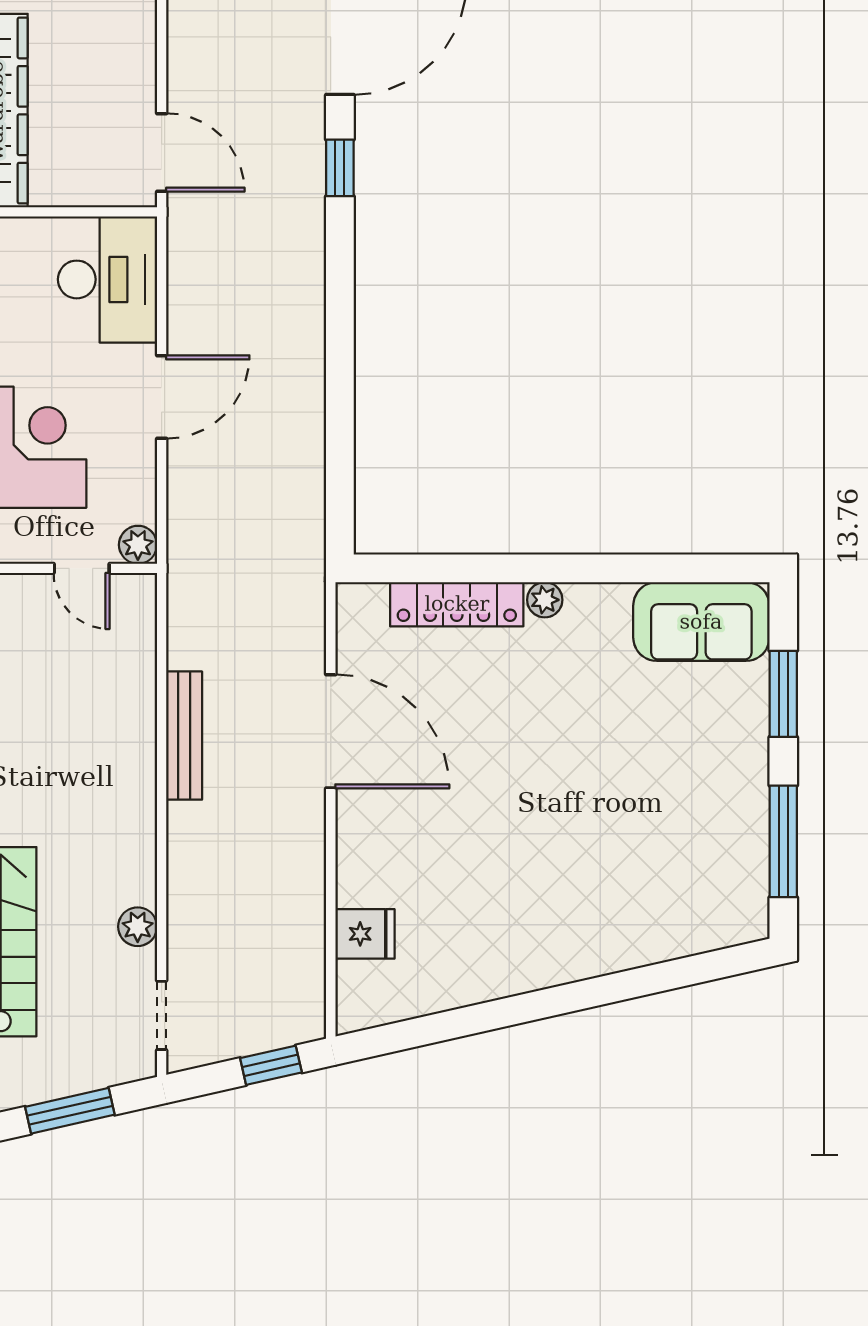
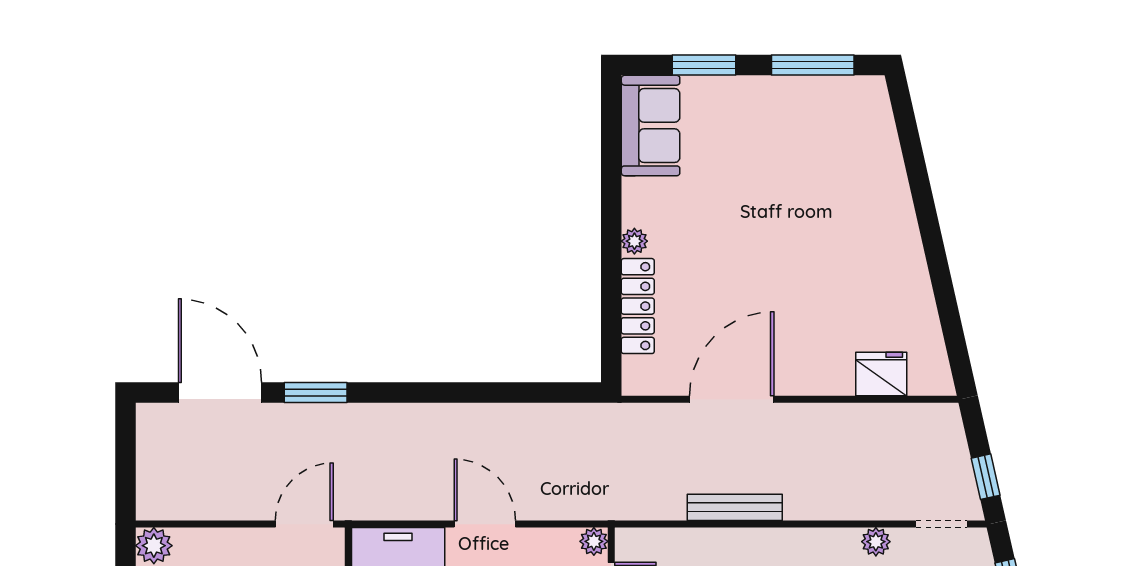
window: (340, 168) -> (316, 392), width x1.50
fridge: (365, 934) -> (881, 374), width x1.38
window: (271, 1065) -> (986, 477), moved

